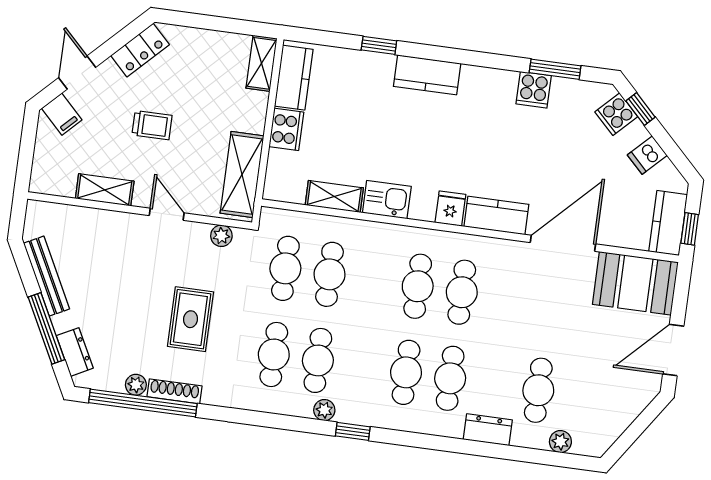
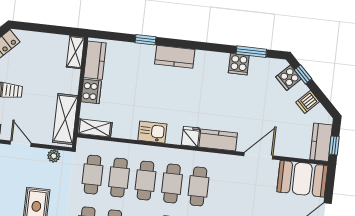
shelving: (334, 196) -> (95, 128), moved
door: (563, 243) -> (258, 156), width x0.73
cafe table: (374, 280) -> (145, 181), added

